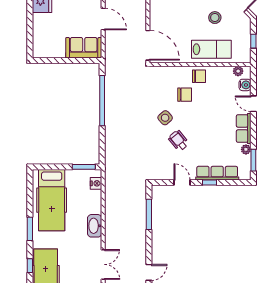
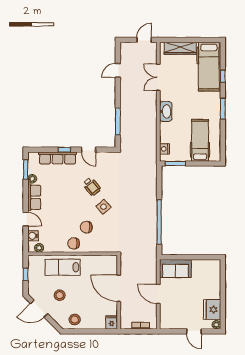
door: (148, 45) -> (119, 288), moved
hospital bed: (52, 200) -> (200, 140), width x0.73, depth x0.78

